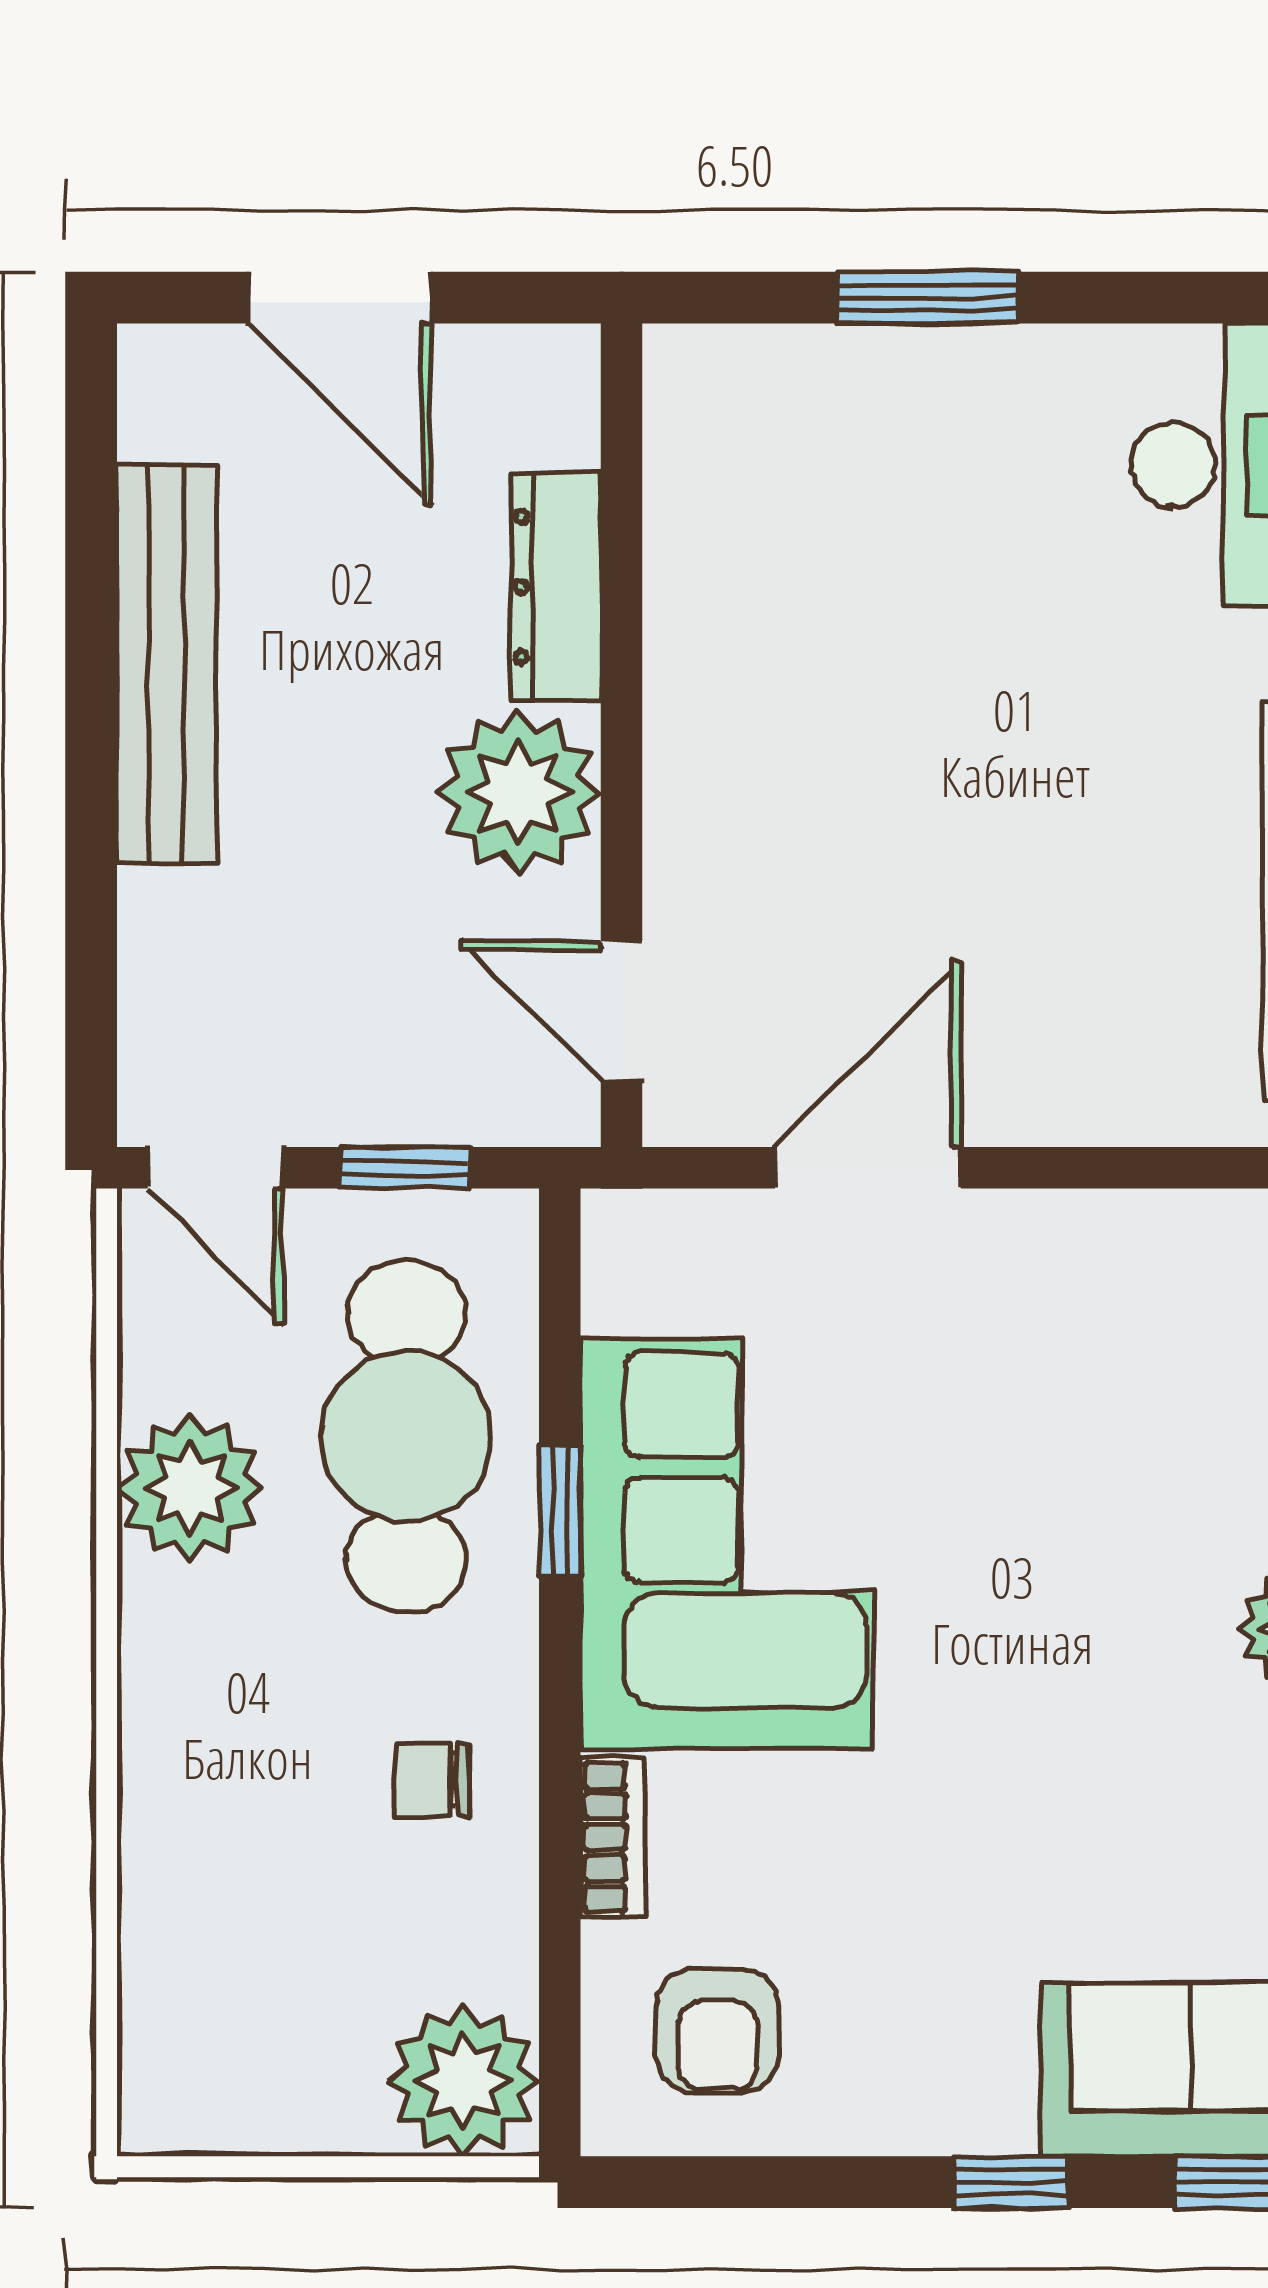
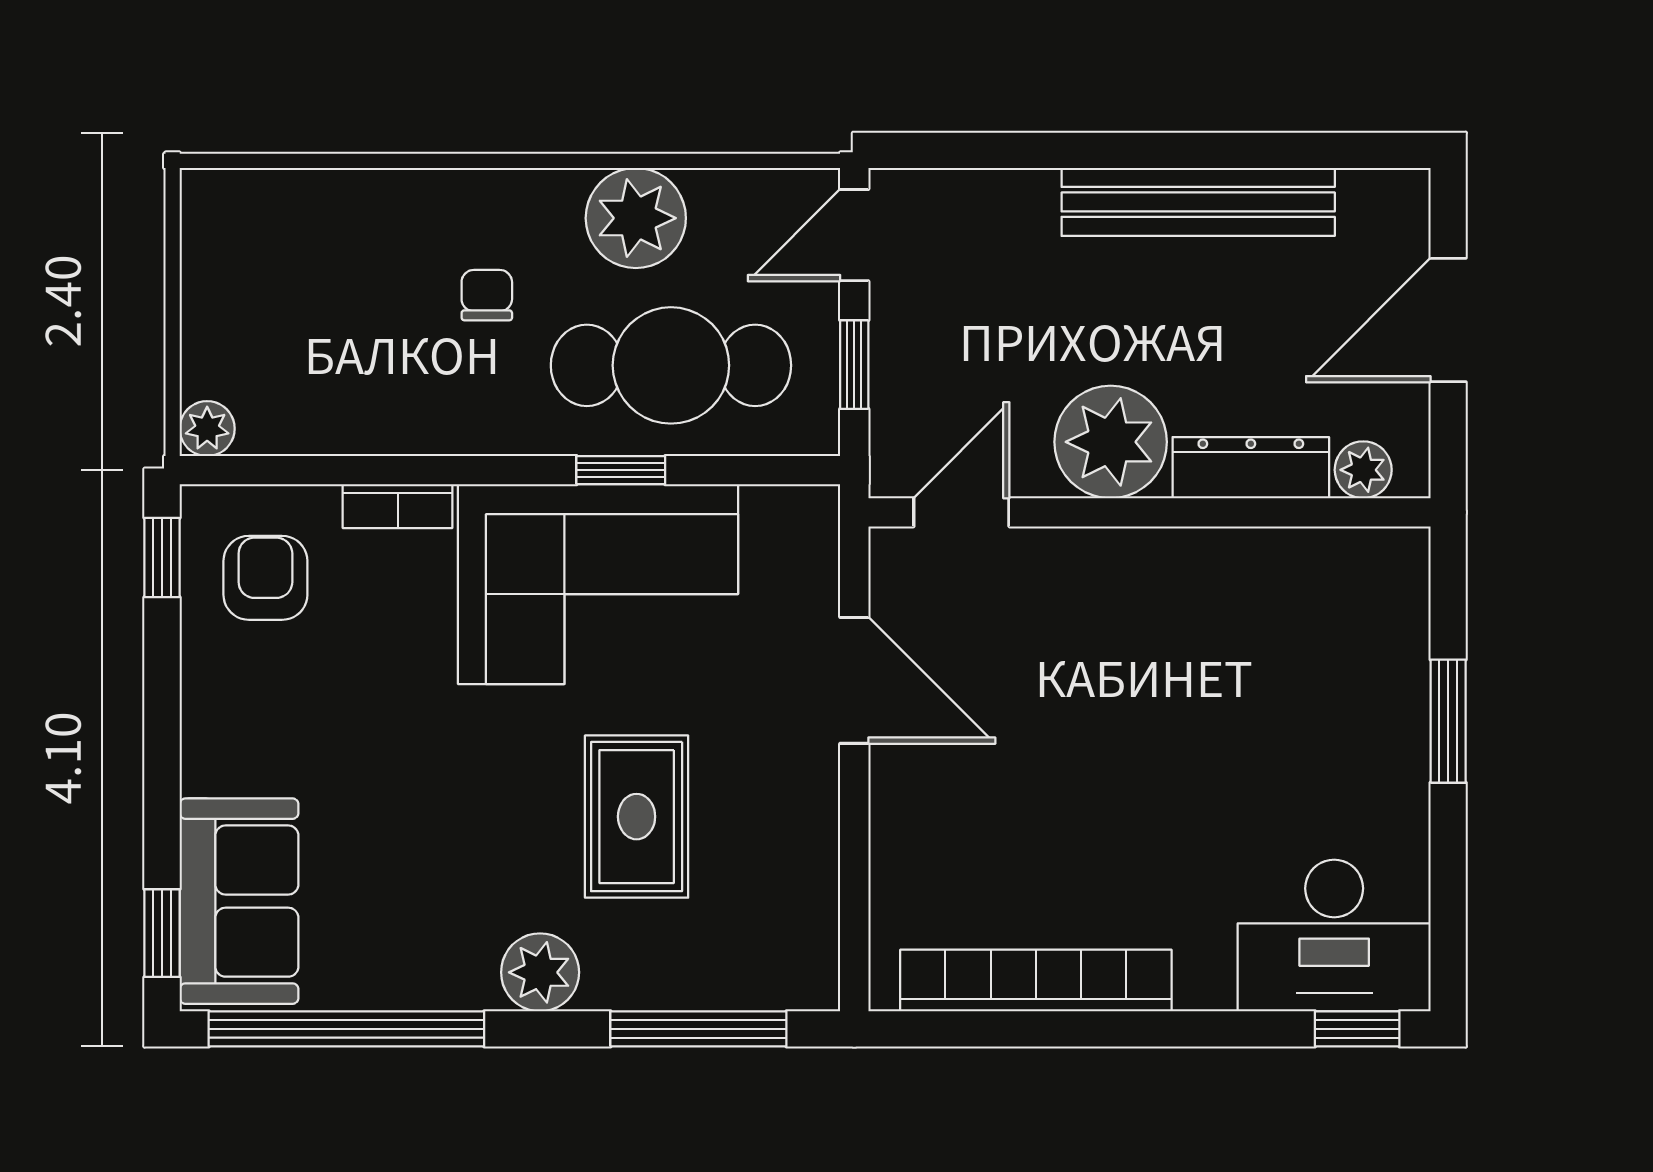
plant: (559, 422) -> (1363, 470), added
rug: (1067, 1487) -> (637, 817), added
chair: (432, 1780) -> (487, 295), moved
armchair: (718, 2031) -> (265, 578), turned 90
plant: (464, 2081) -> (207, 429), width x0.53, depth x0.53
window: (1011, 2182) -> (162, 557), moved

